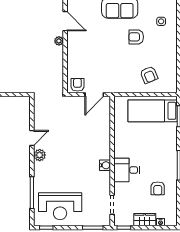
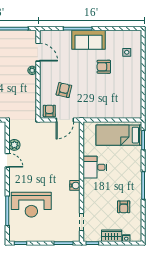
armchair: (149, 75) -> (64, 90), moved, turned -144
door: (32, 138) -> (7, 160), hinge flipped
plant: (40, 155) -> (14, 145), moved
desk: (127, 170) -> (95, 167), moved
reception desk: (60, 206) -> (31, 205), moved

